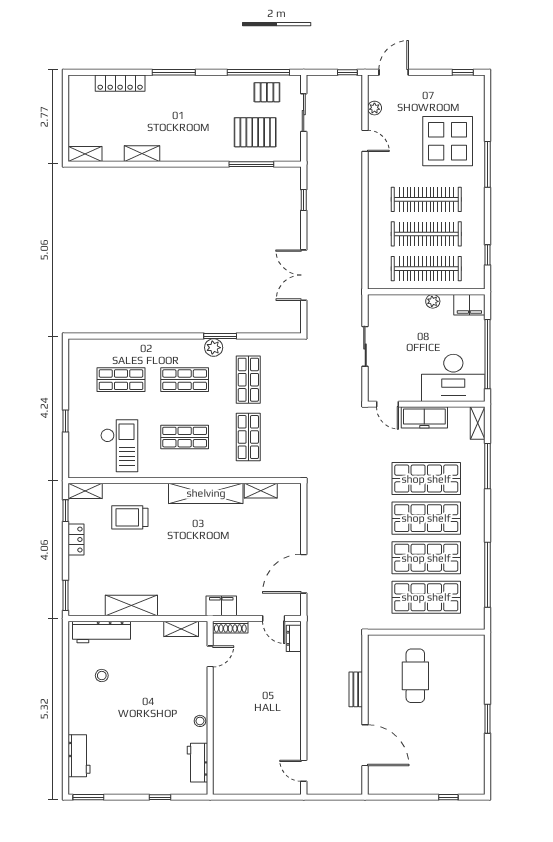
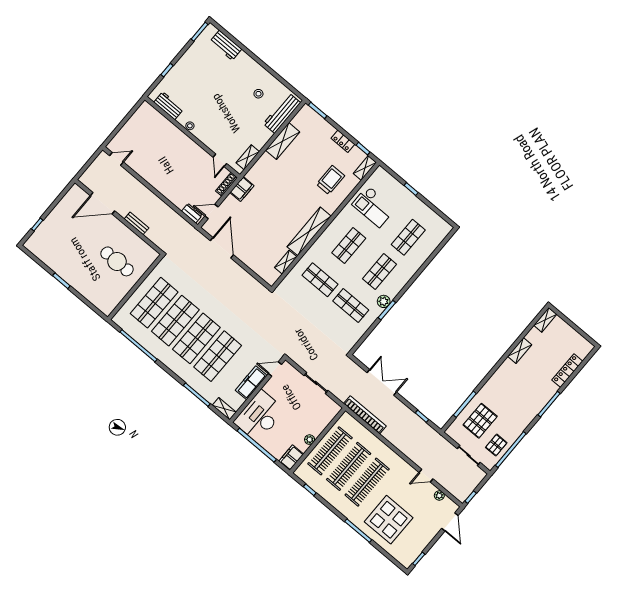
bookcase: (355, 264) -> (365, 415), added

